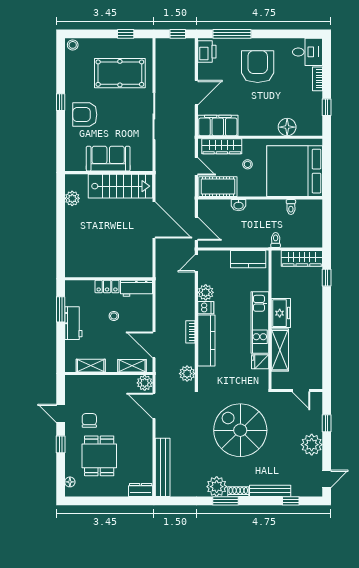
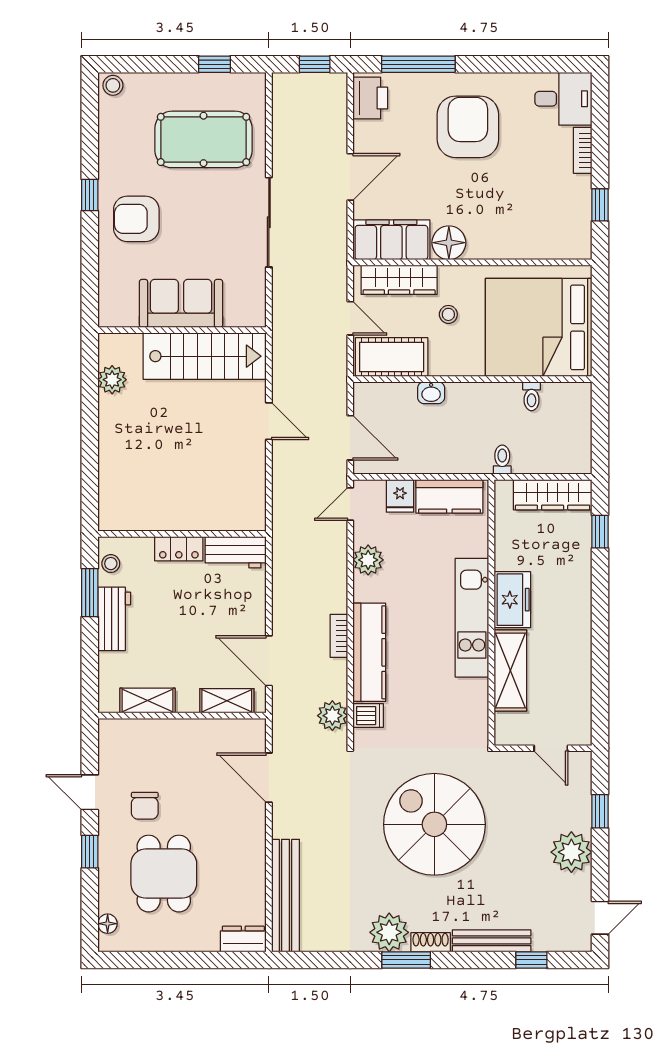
floor lamp: (287, 127) -> (449, 243), moved
door: (154, 220) -> (269, 421), width x0.53
dishwasher: (206, 308) -> (368, 716), moved
stool: (114, 316) -> (111, 564), moved
fridge: (260, 362) -> (400, 496), moved, turned -90
plant: (145, 383) -> (251, 733), removed
chair: (89, 420) -> (145, 806), turned 180

